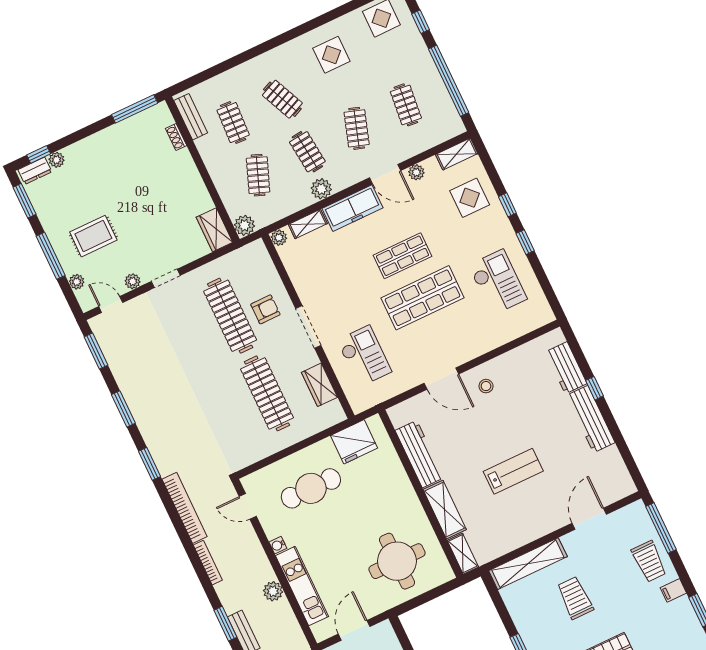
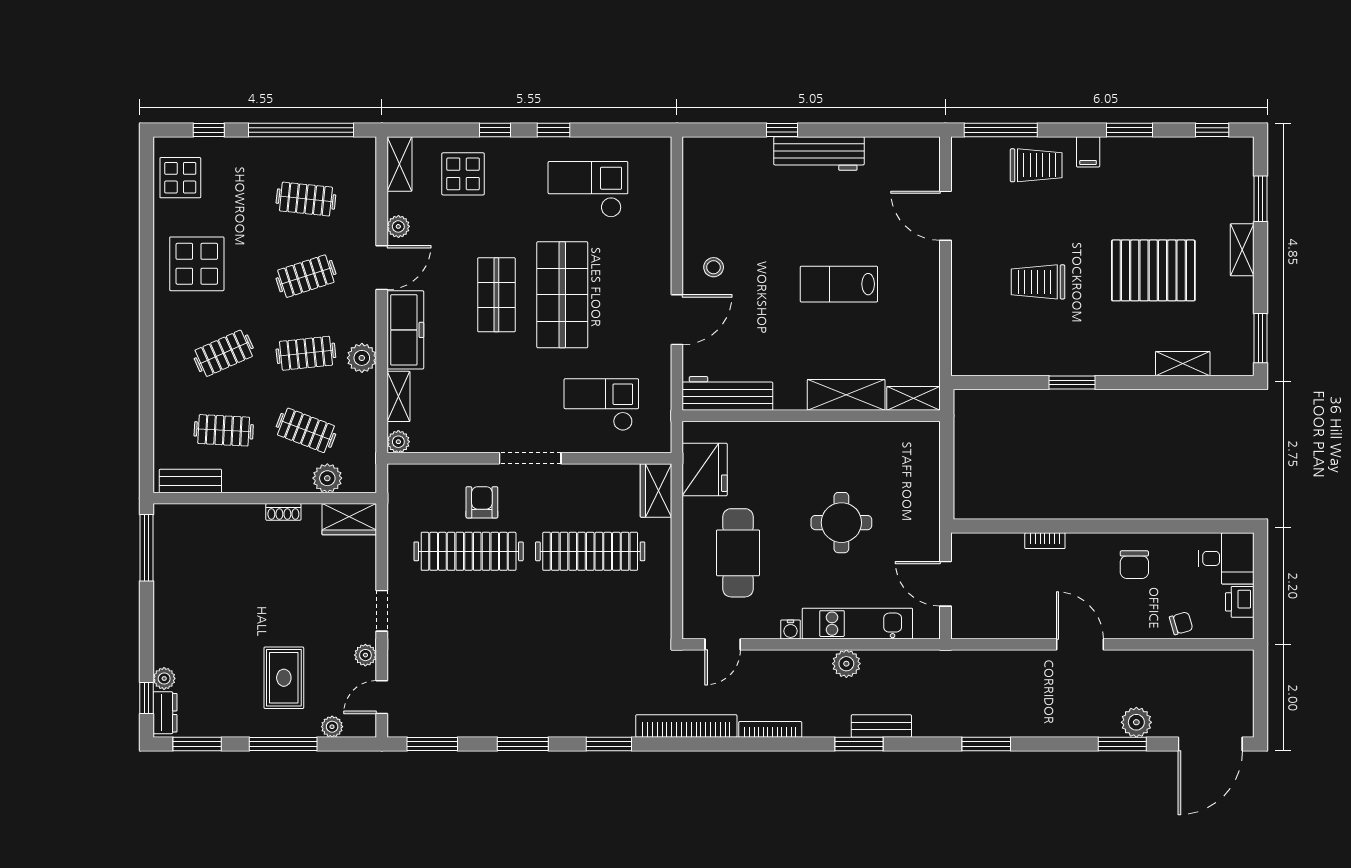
display table: (331, 55) -> (197, 264), width x1.36, depth x1.36
clothes rail: (357, 128) -> (306, 276), turned -36
shoe rack: (176, 137) -> (283, 512), moved
plant: (244, 225) -> (327, 478), moved
workbench: (566, 368) -> (739, 154), removed
wardrobe: (319, 385) -> (656, 490), moved, turned 90
workbench: (419, 454) -> (727, 393), moved
lab bench: (513, 471) -> (839, 284), turned -90
round table: (397, 561) -> (841, 523), moved, width x0.73, depth x0.73
shelving: (528, 564) -> (966, 321), removed

